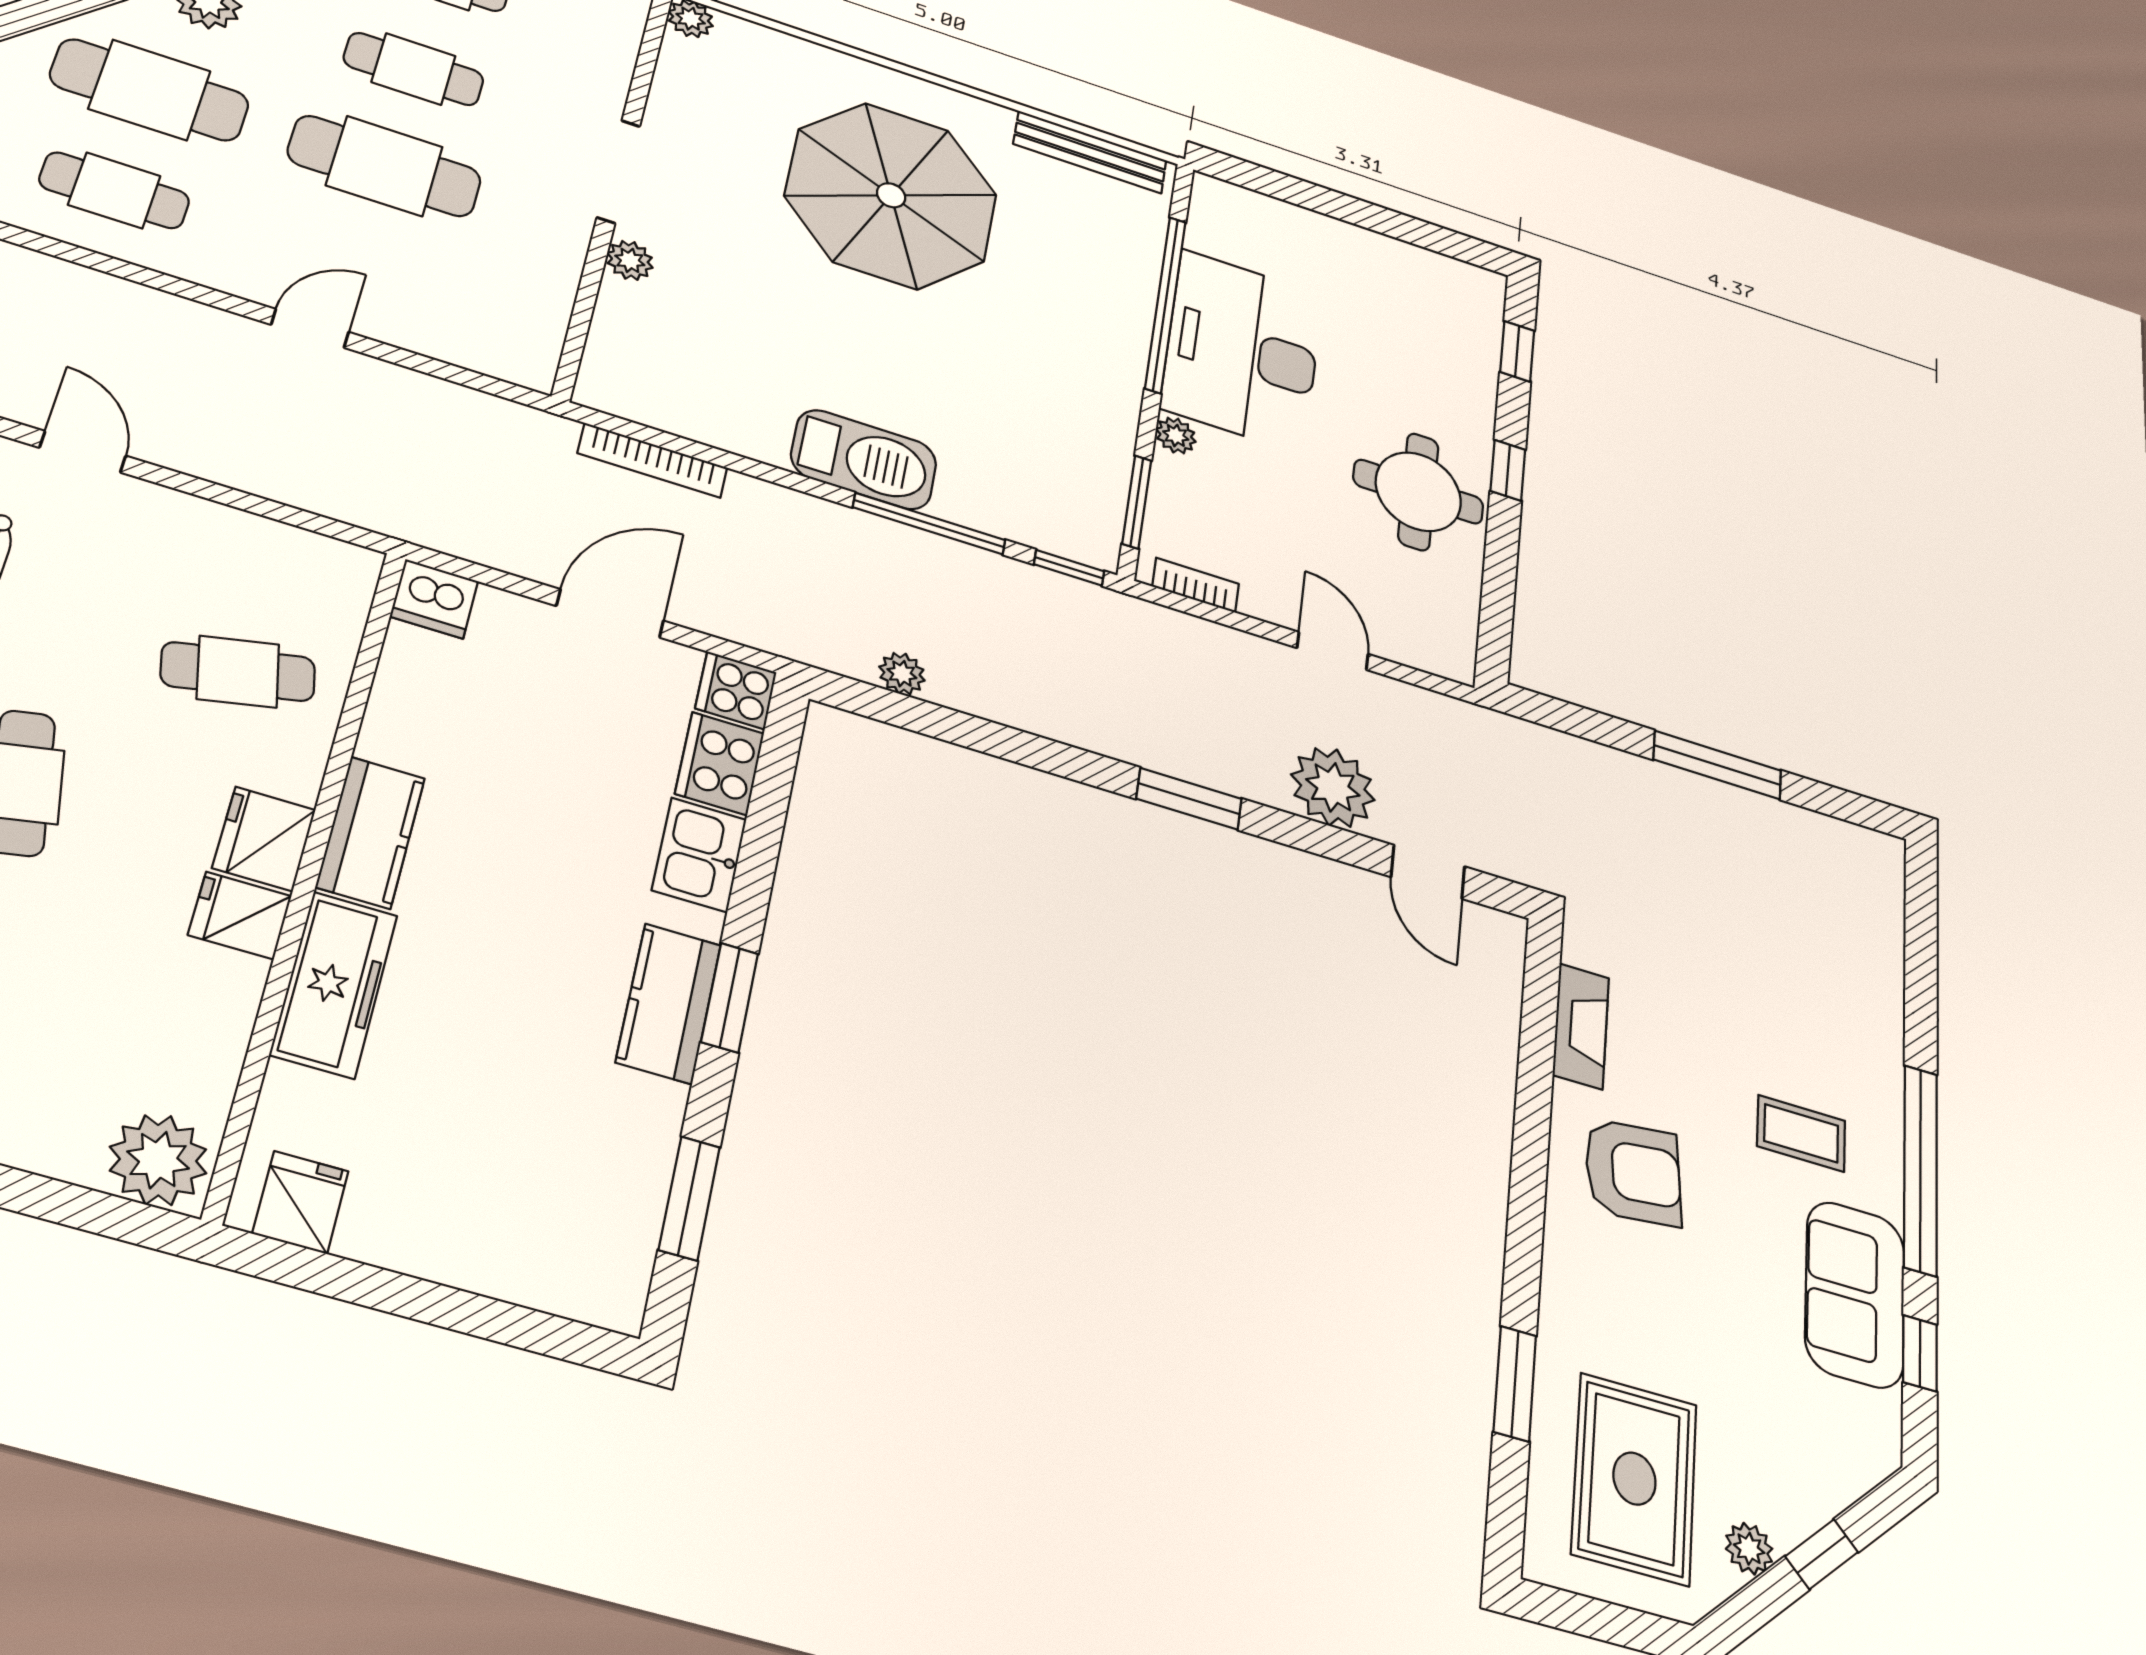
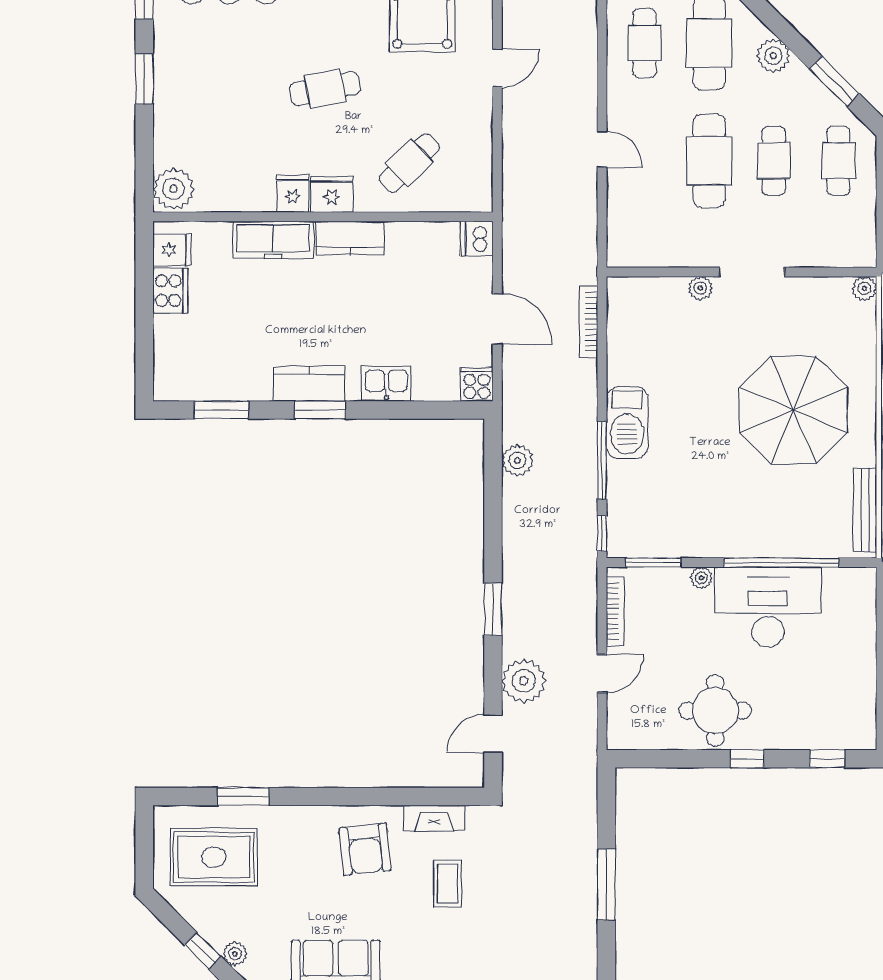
bookcase: (1196, 585) -> (615, 611), width x1.56
cafe table: (238, 672) -> (409, 163), turned 58
plant: (902, 674) -> (518, 460), width x1.38, depth x1.38
cooker: (720, 764) -> (170, 291), moved, turned 90
coffee table: (1801, 1133) -> (447, 884), moved
plant: (1749, 1549) -> (235, 954), moved

